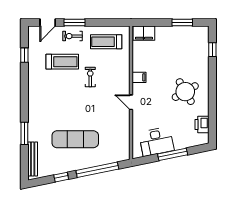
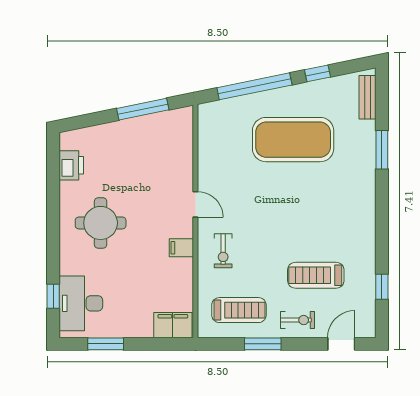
window: (75, 23) -> (263, 344), moved
exercise bike: (90, 77) -> (223, 251), moved
round table: (185, 92) -> (101, 223), turned 30
exercise mat: (75, 139) -> (293, 140), width x1.47
desk: (156, 141) -> (81, 303), moved, turned -78
window: (173, 154) -> (143, 109), moved
bench: (33, 159) -> (367, 97), width x0.73

